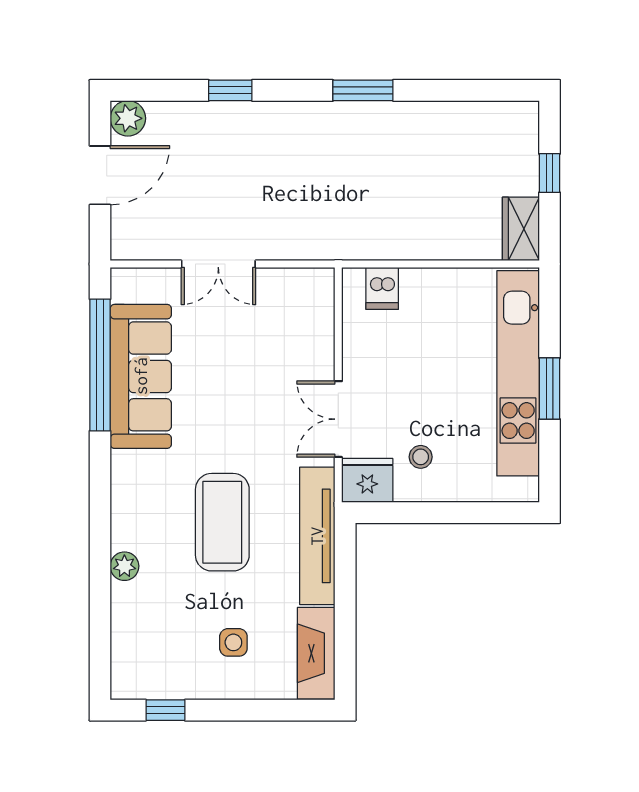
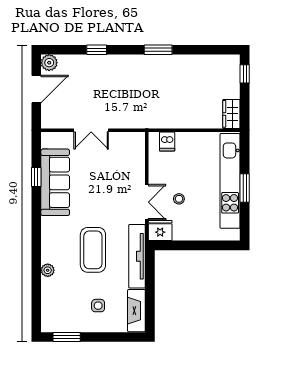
window: (549, 173) -> (245, 74), moved
window: (100, 365) -> (36, 177), width x0.32
double door: (338, 419) -> (147, 202), swing flipped
stool: (421, 457) -> (179, 199), moved
window: (165, 710) -> (67, 337), width x1.50

